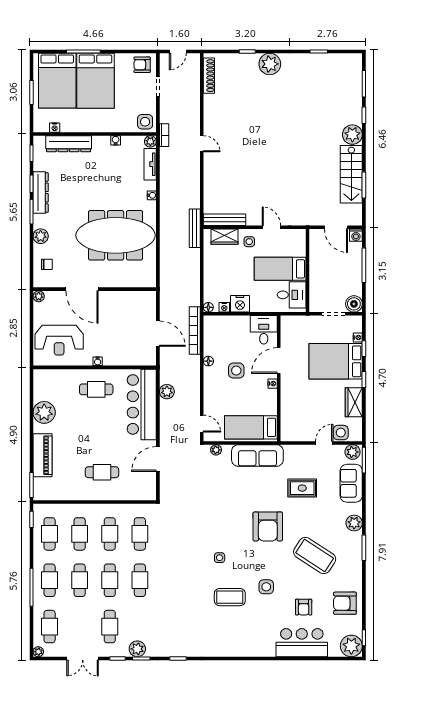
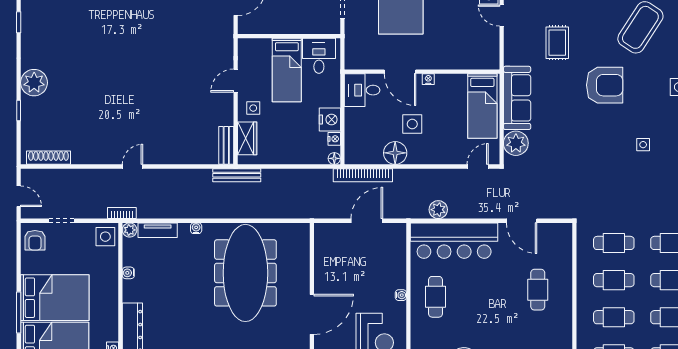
bench: (225, 220) -> (226, 145), width x0.73
floor lamp: (208, 361) -> (395, 153), width x1.89, depth x1.89
plant: (216, 450) -> (516, 143), width x1.88, depth x1.88

